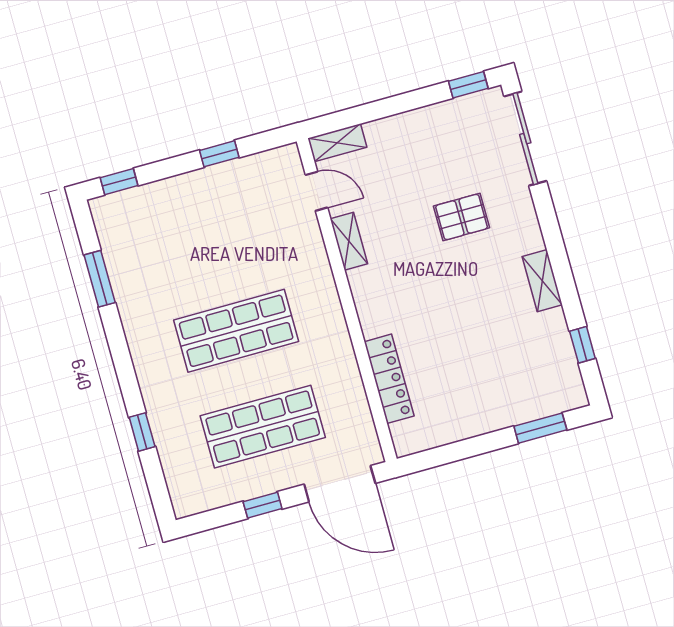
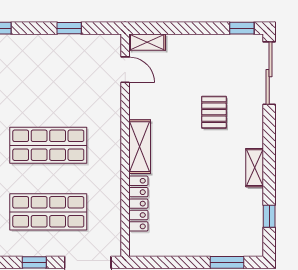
pallet: (462, 217) -> (214, 112), turned 90
shelving: (349, 241) -> (140, 147), moved, width x1.50, depth x1.33

